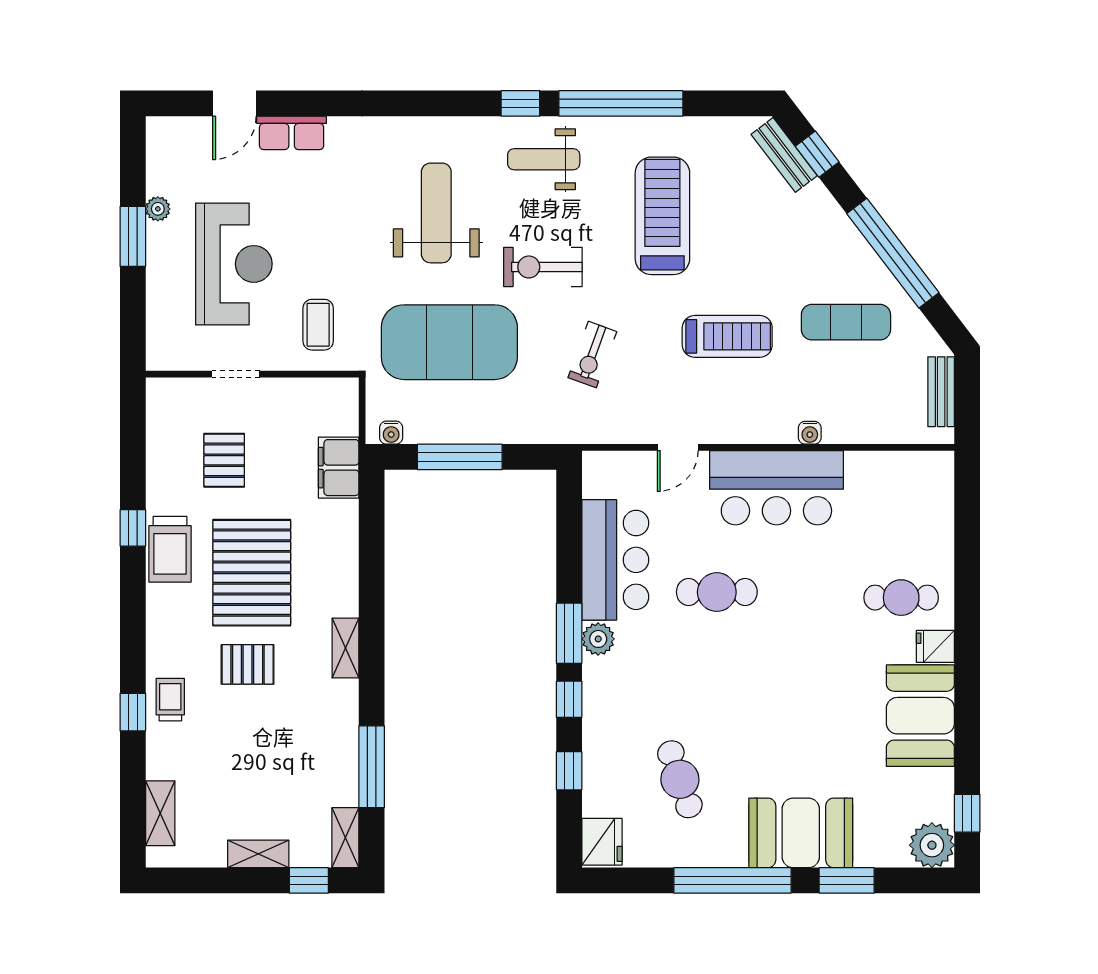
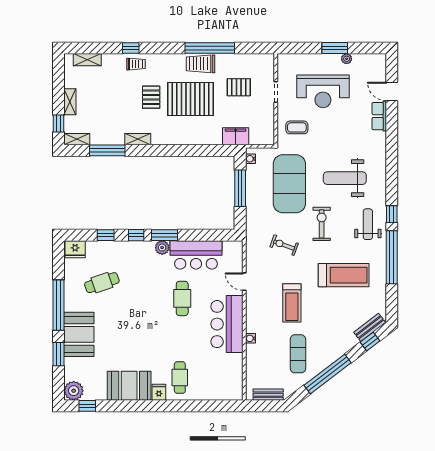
weight bench: (436, 213) -> (345, 178), turned 180
window: (133, 528) -> (210, 48), width x3.17
shelving: (345, 648) -> (138, 139), moved

